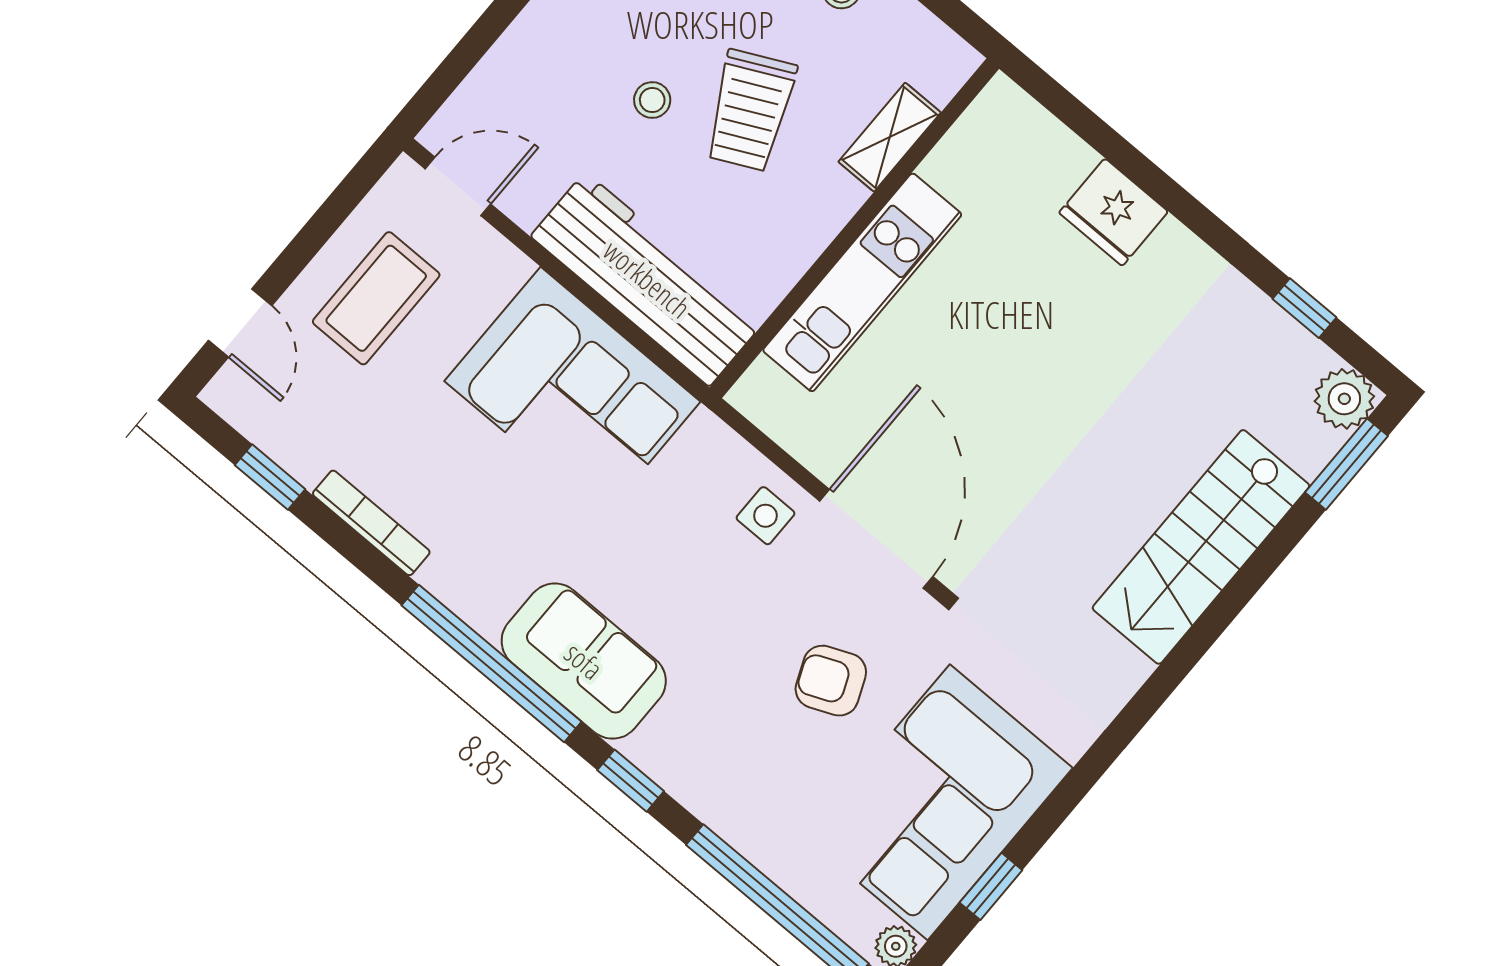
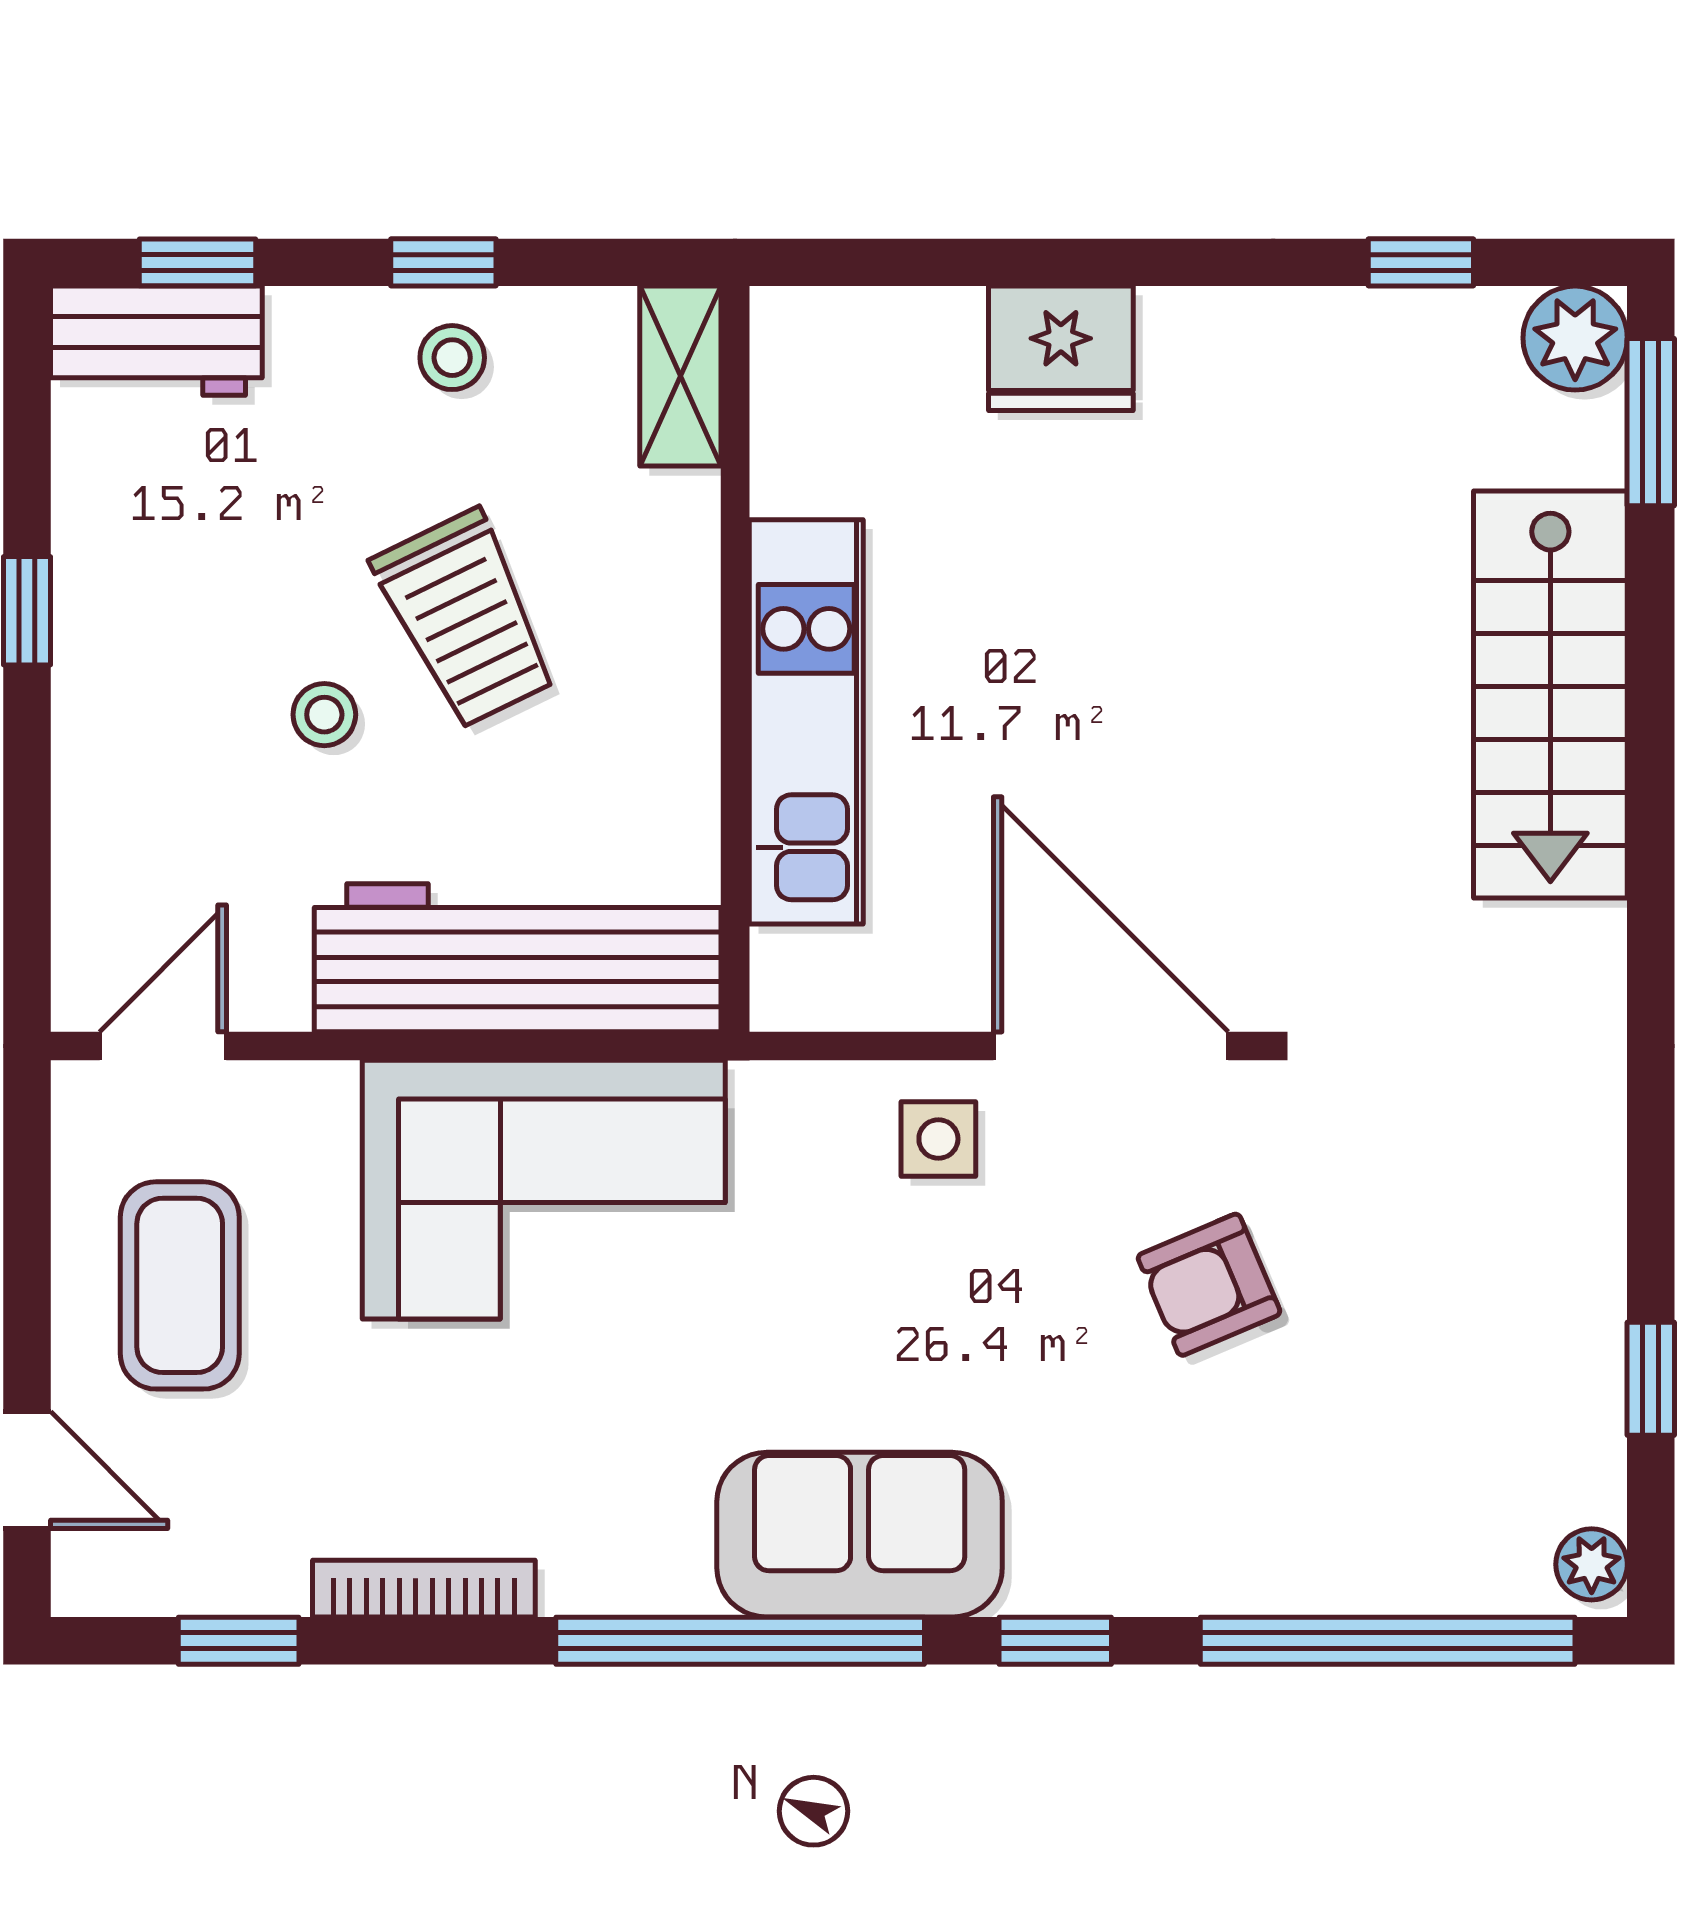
shelving: (890, 137) -> (680, 376), moved
corner sofa: (939, 802) -> (1488, 1326), removed

